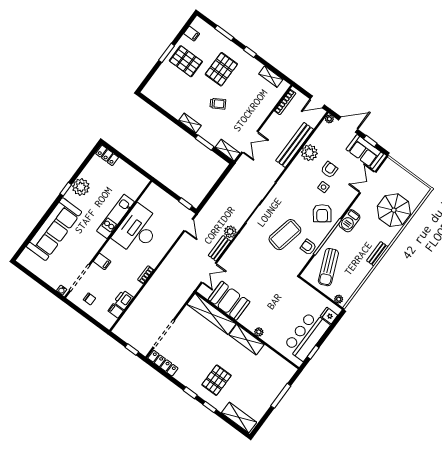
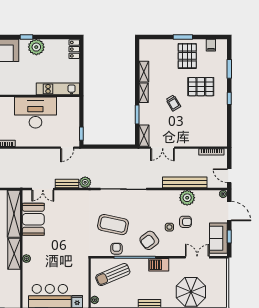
shelving: (271, 77) -> (144, 72), moved
kitchen unit: (116, 216) -> (58, 89), moved

